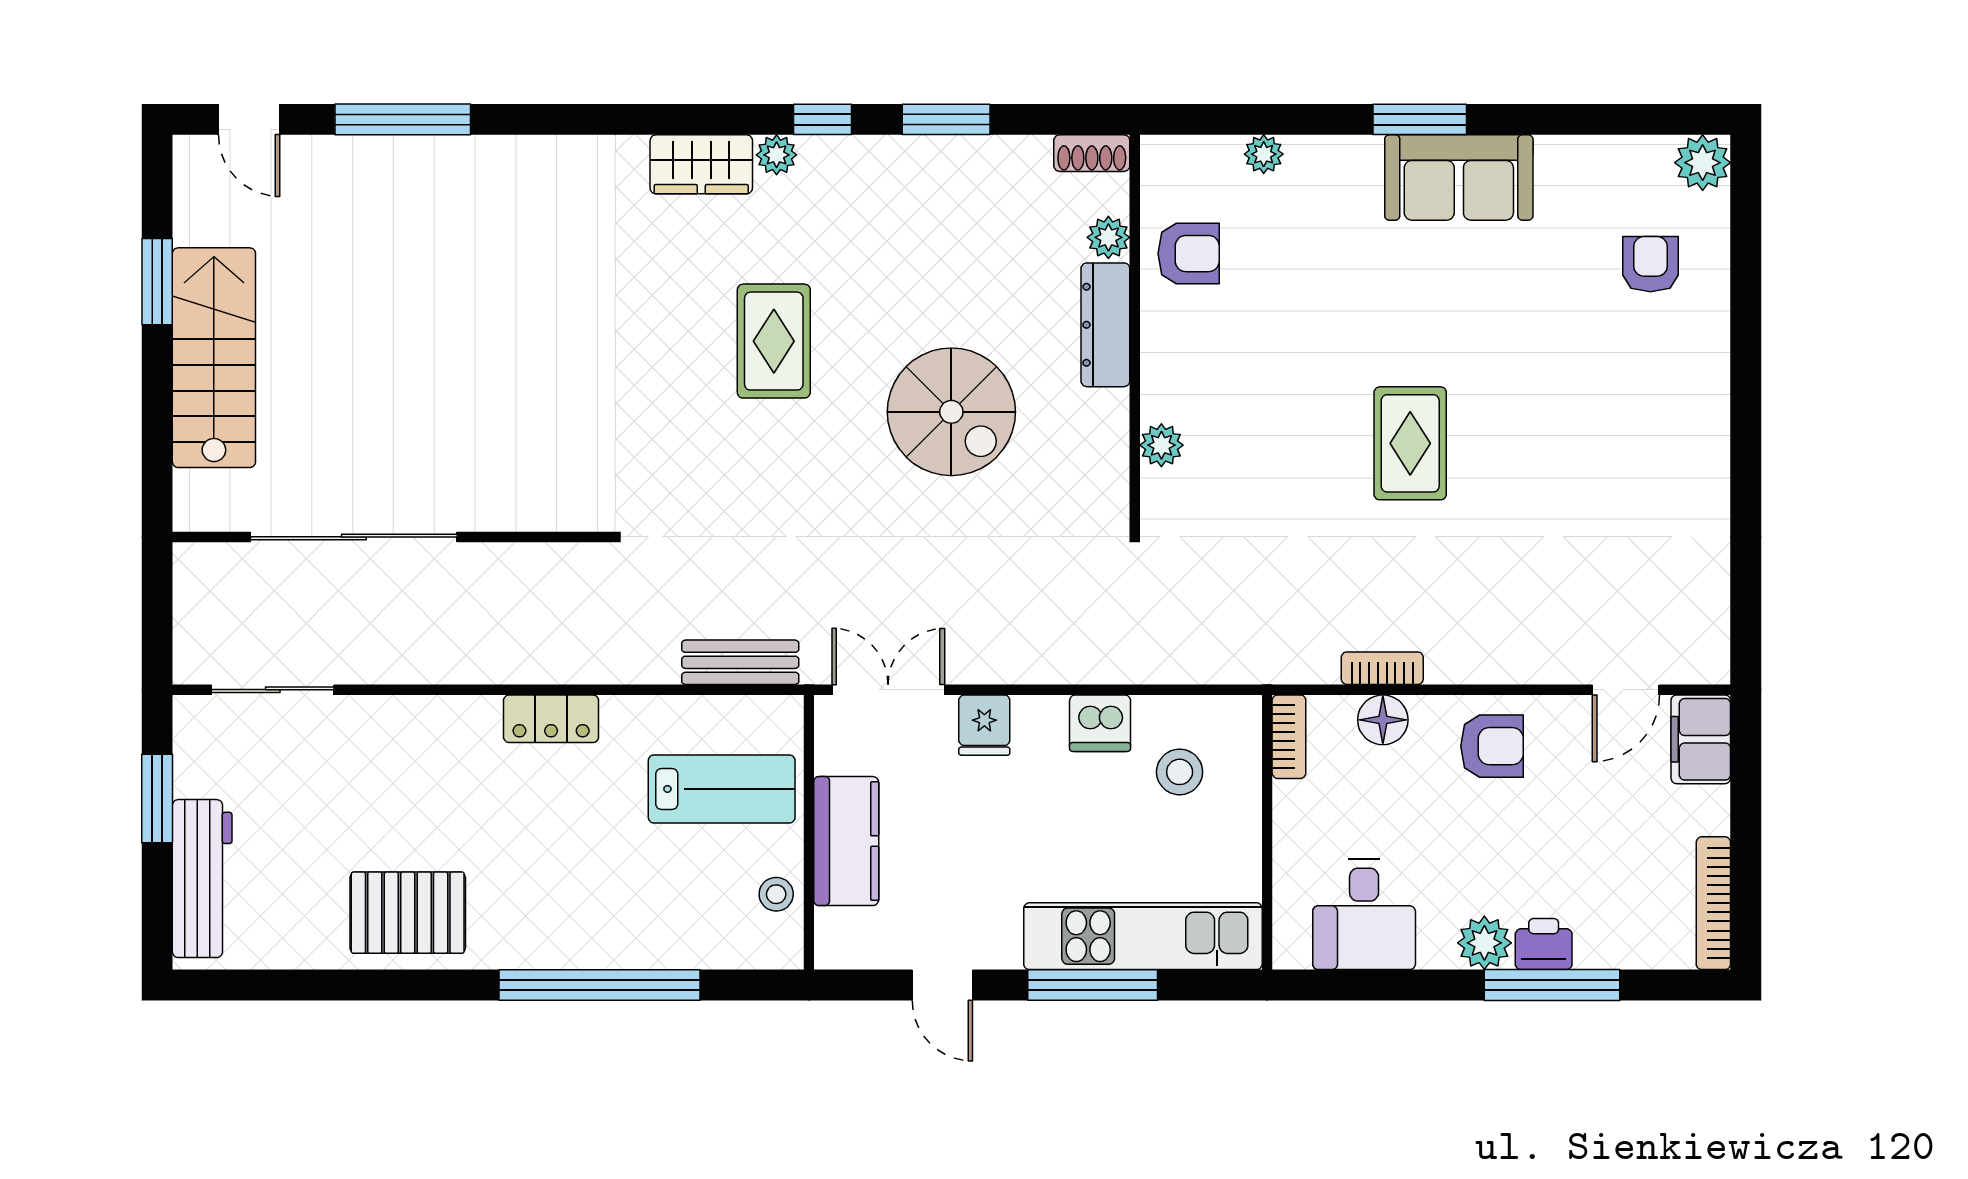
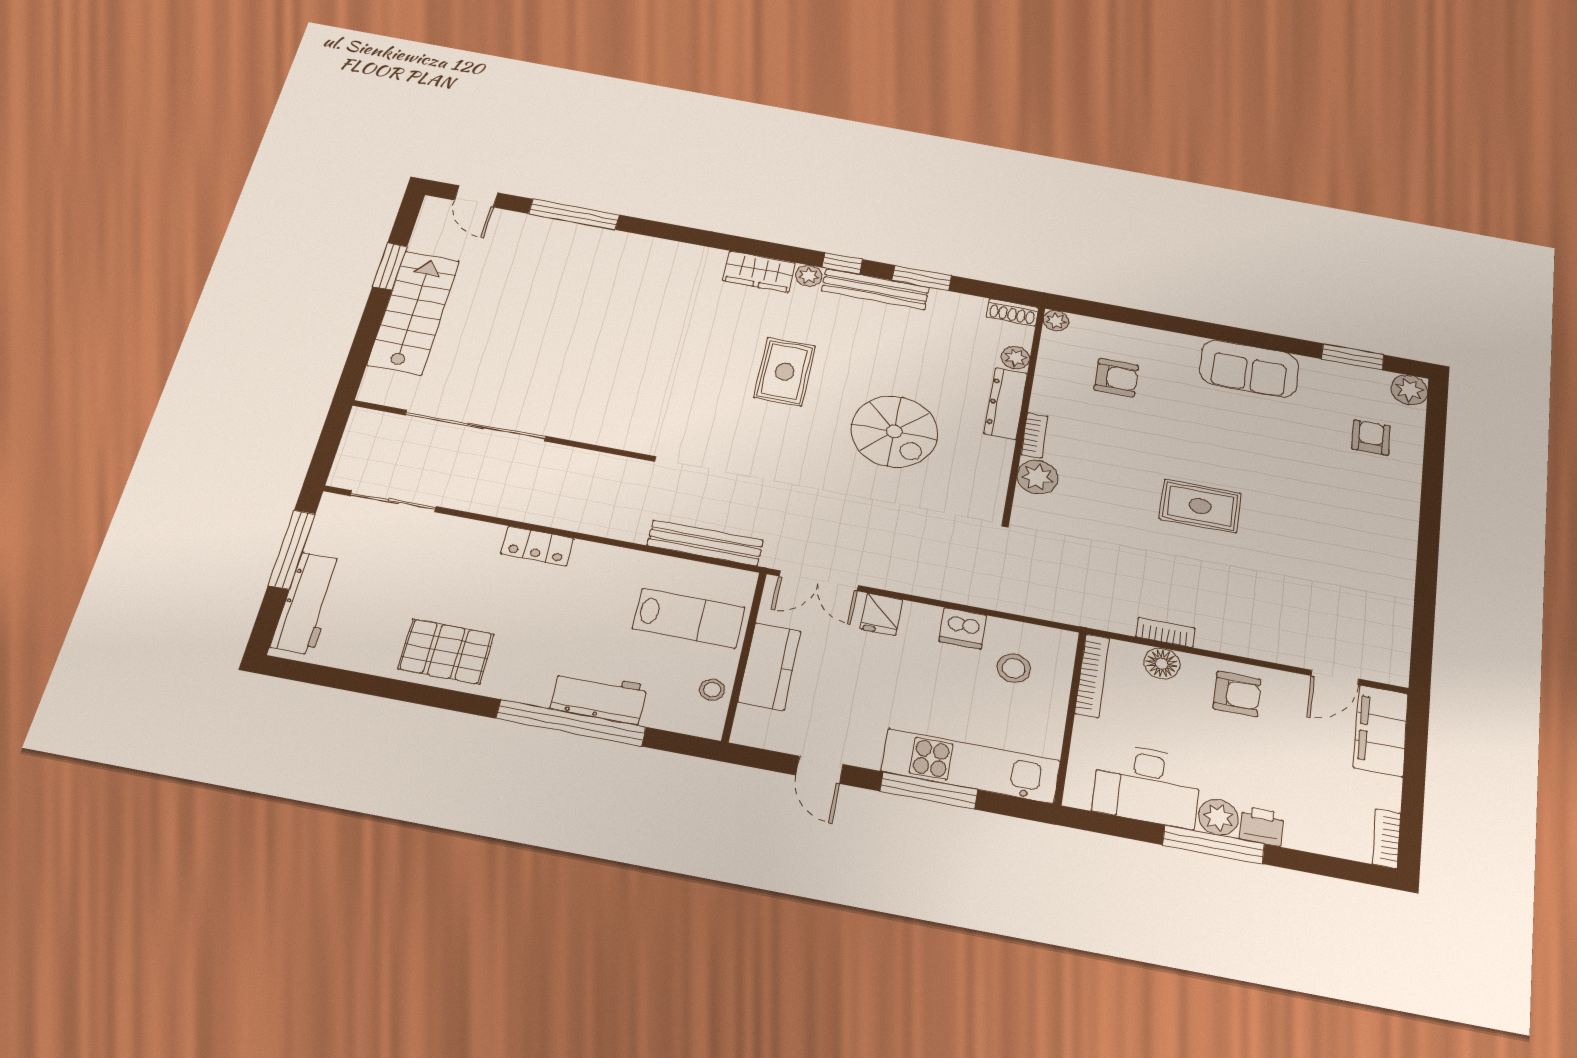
window: (1420, 119) -> (1353, 357), moved
plant: (1264, 154) -> (1056, 321), moved
bench: (880, 157) -> (875, 289), added
armchair: (1189, 254) -> (1116, 378), moved
bookcase: (1155, 373) -> (1035, 435), added
rug: (1410, 443) -> (1200, 506), turned 90
plant: (1161, 445) -> (1038, 477), width x1.38, depth x1.38
bench: (740, 662) -> (705, 543), width x1.36
double door: (888, 690) -> (819, 581), swing flipped
locker: (551, 719) -> (537, 546), moved
bookcase: (1289, 737) -> (1092, 676), width x1.56
filing cabinet: (1701, 739) -> (1381, 731), width x1.50, depth x1.17
window: (157, 799) -> (292, 549), width x1.44
bookcase: (1713, 903) -> (1386, 839), width x0.64
desk: (1364, 914) -> (1147, 785), width x1.37
workbench: (627, 938) -> (599, 697), added
window: (1552, 985) -> (1214, 844), moved

